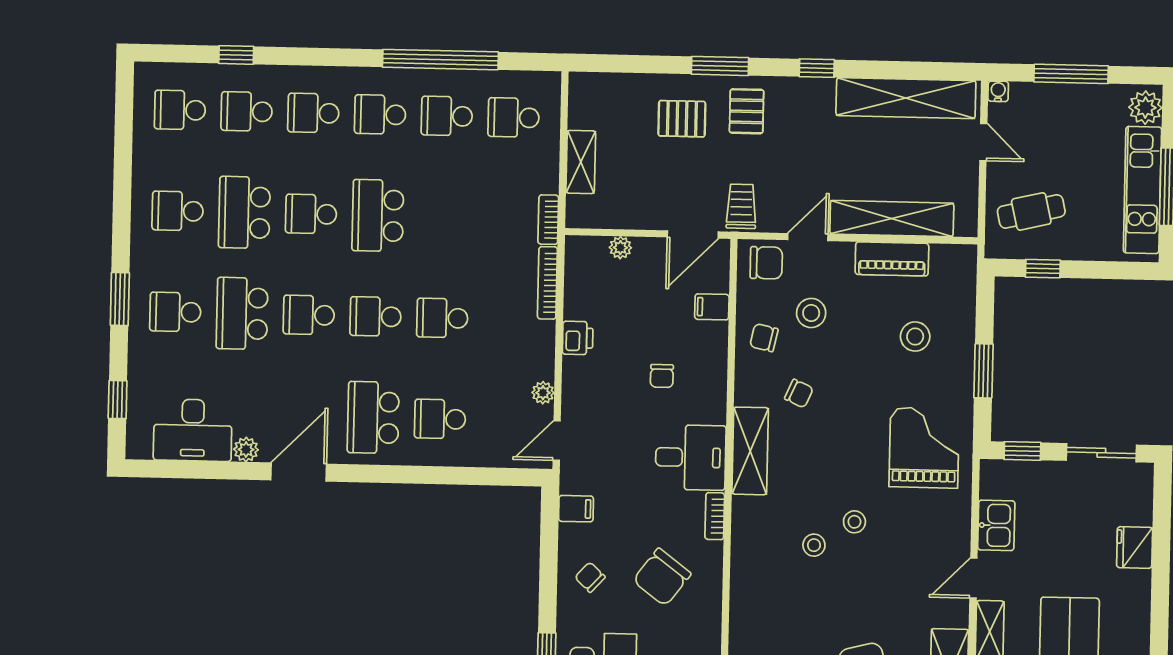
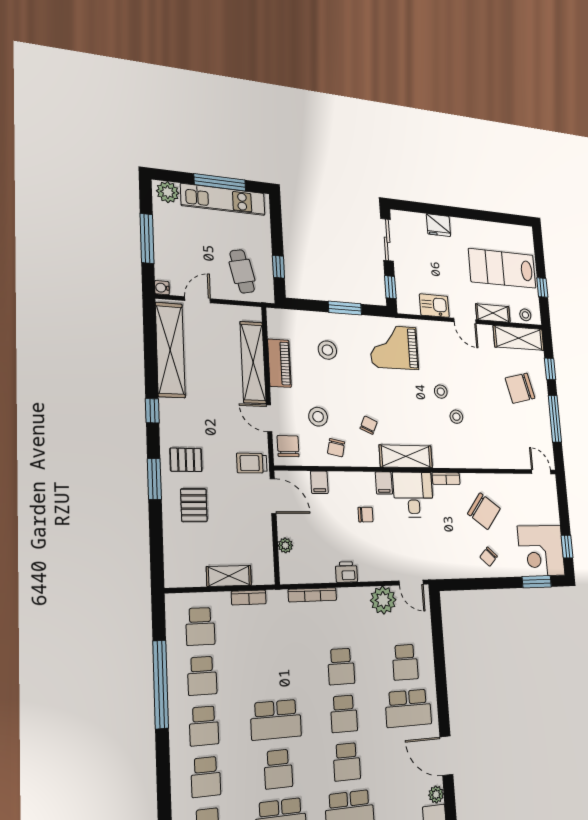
bookcase: (548, 220) -> (249, 598), moved
plant: (543, 393) -> (383, 600), width x1.88, depth x1.88
filing cabinet: (576, 509) -> (384, 483), moved, turned 180

